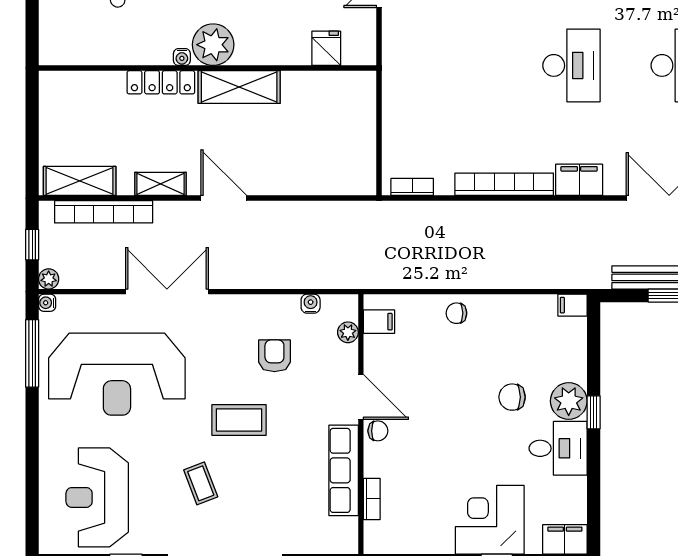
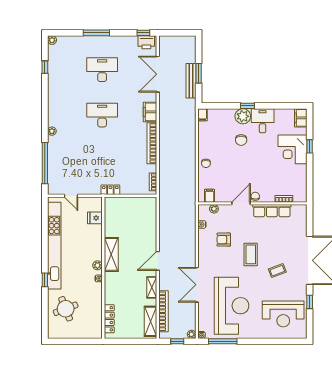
plant: (213, 45) -> (97, 265), width x0.53, depth x0.53
locker: (161, 82) -> (109, 319), moved
locker: (393, 85) -> (110, 190), added

